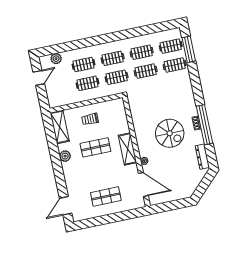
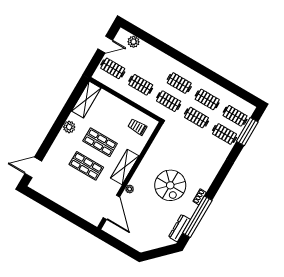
clothes rail: (84, 64) -> (113, 68), moved
trolley: (90, 119) -> (137, 127), moved
window: (205, 125) -> (197, 217), moved
shop shelf: (106, 196) -> (86, 166), moved

